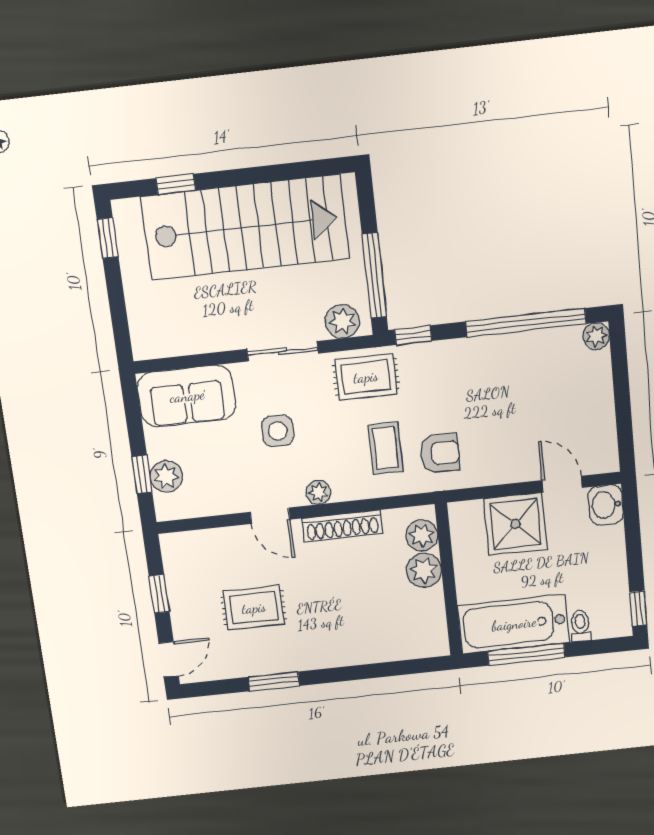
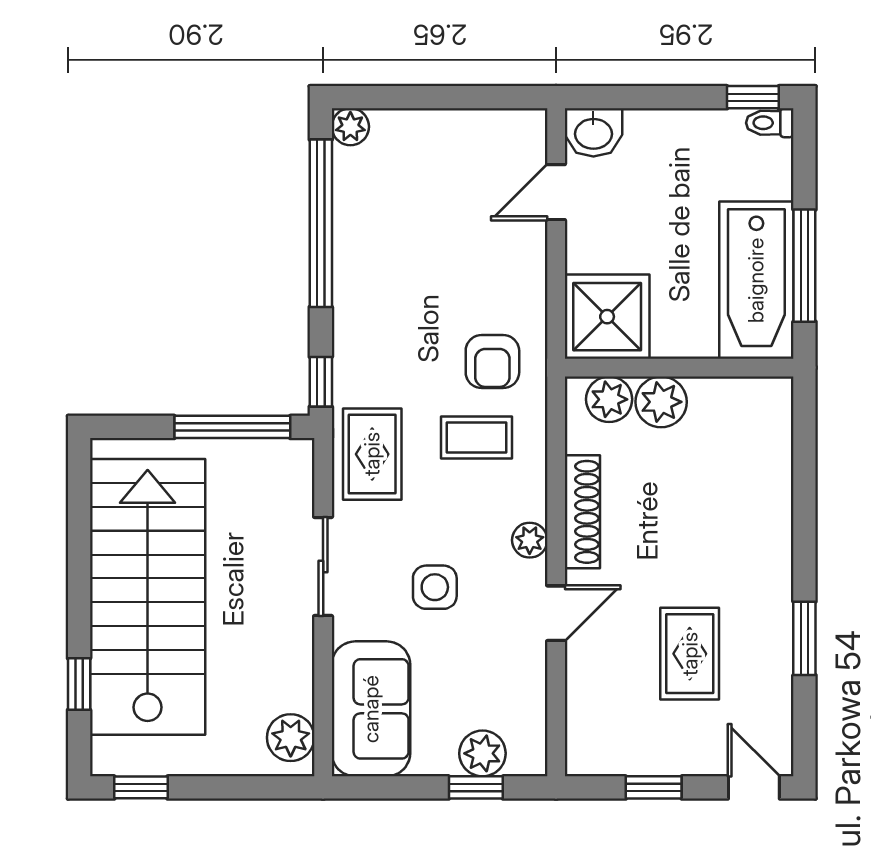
plant: (342, 321) -> (291, 738), moved
armchair: (440, 453) -> (492, 362), turned 180
shower: (516, 524) -> (607, 317), moved
toilet: (580, 626) -> (770, 123), moved

